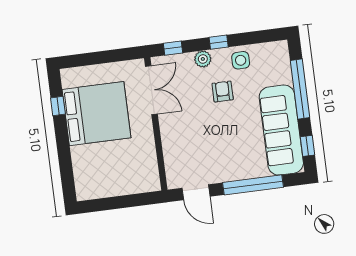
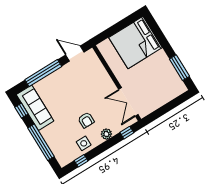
window: (219, 42) -> (81, 161), moved
window: (58, 106) -> (179, 68), width x2.17
bed: (96, 114) -> (136, 42), moved
sofa: (281, 130) -> (35, 108), width x0.74, depth x0.79

